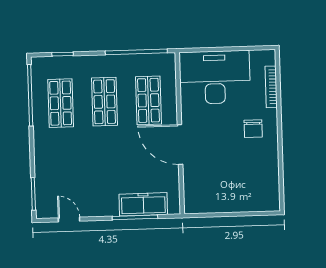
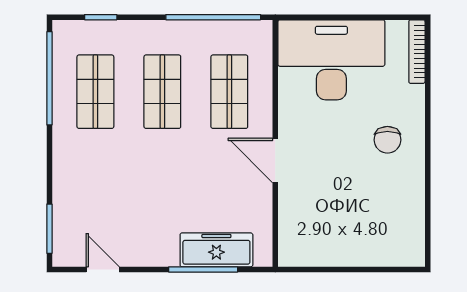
bookcase: (271, 87) -> (417, 52), moved
door: (180, 144) -> (275, 160), width x0.73

